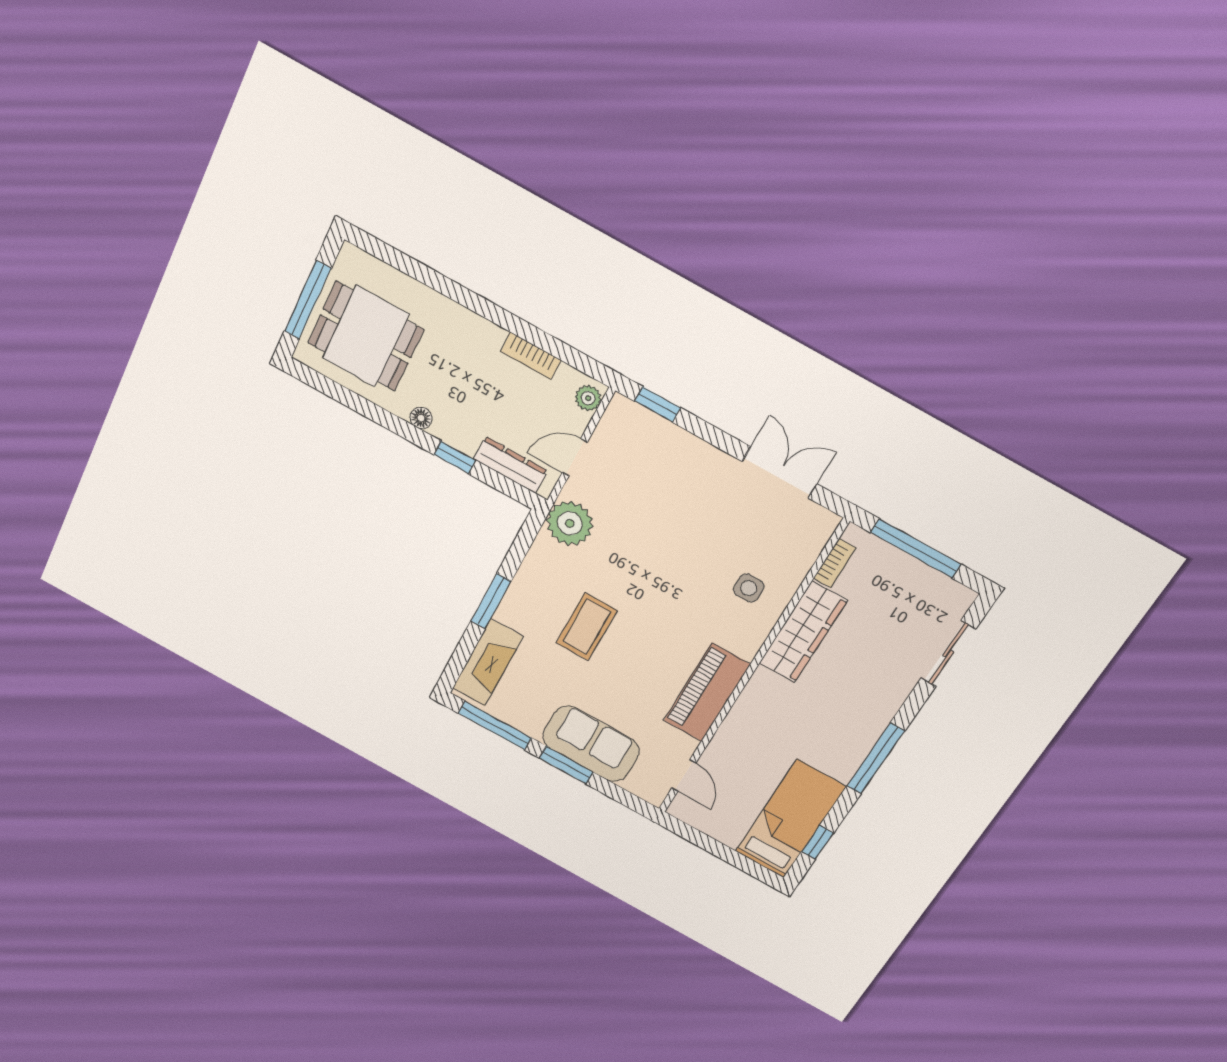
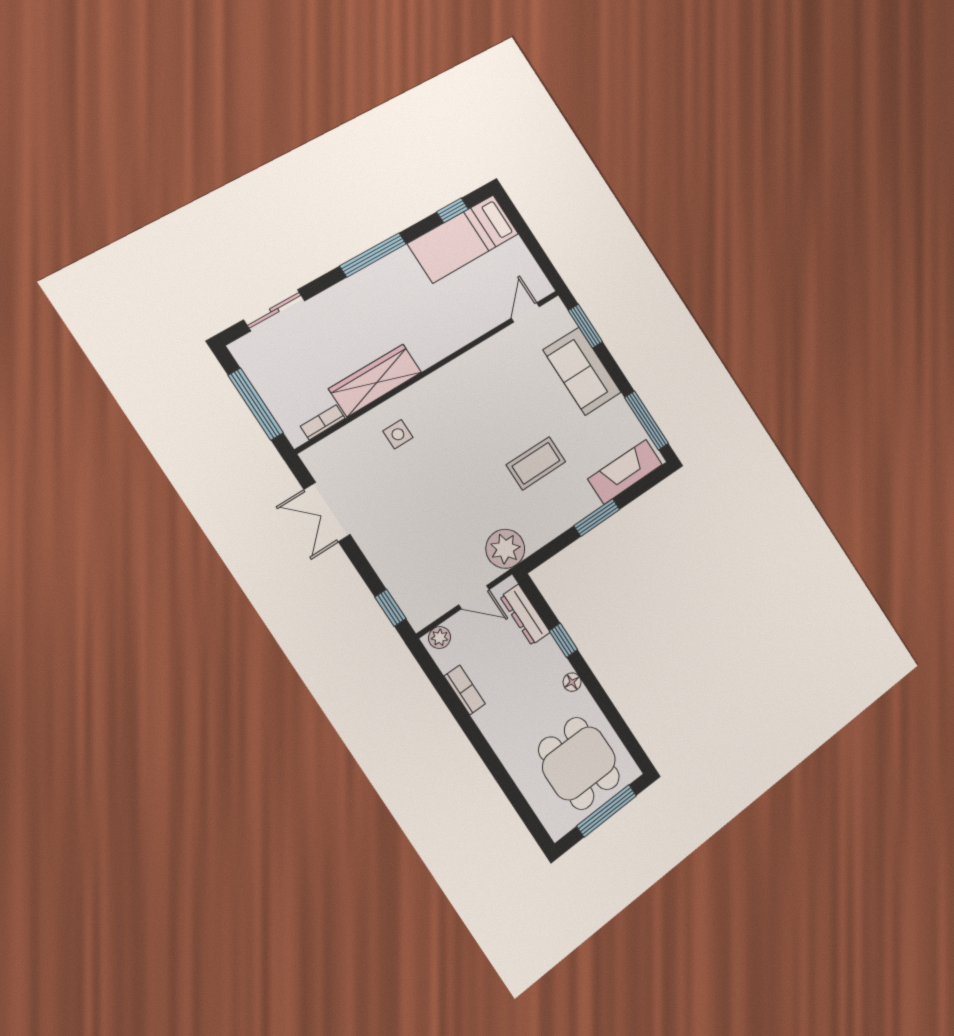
piano: (707, 693) -> (473, 369), removed
window: (566, 765) -> (585, 326), moved

